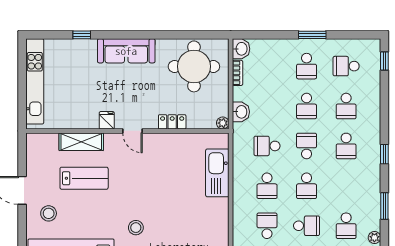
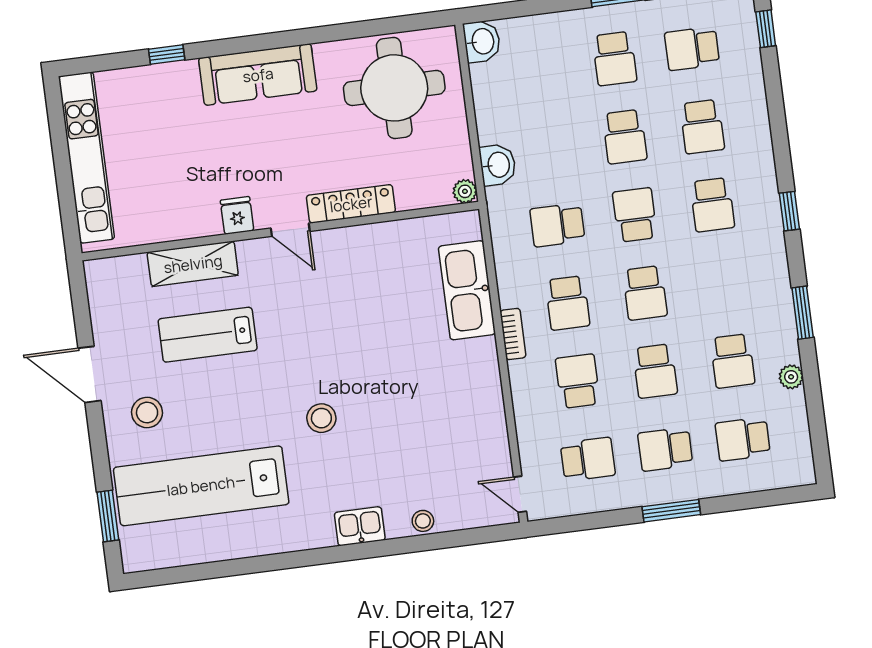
bookcase: (238, 73) -> (513, 334), moved
locker: (172, 122) -> (351, 204), width x1.53
lab bench: (84, 178) -> (208, 335), turned 180
school desk: (307, 226) -> (655, 371), turned 90

